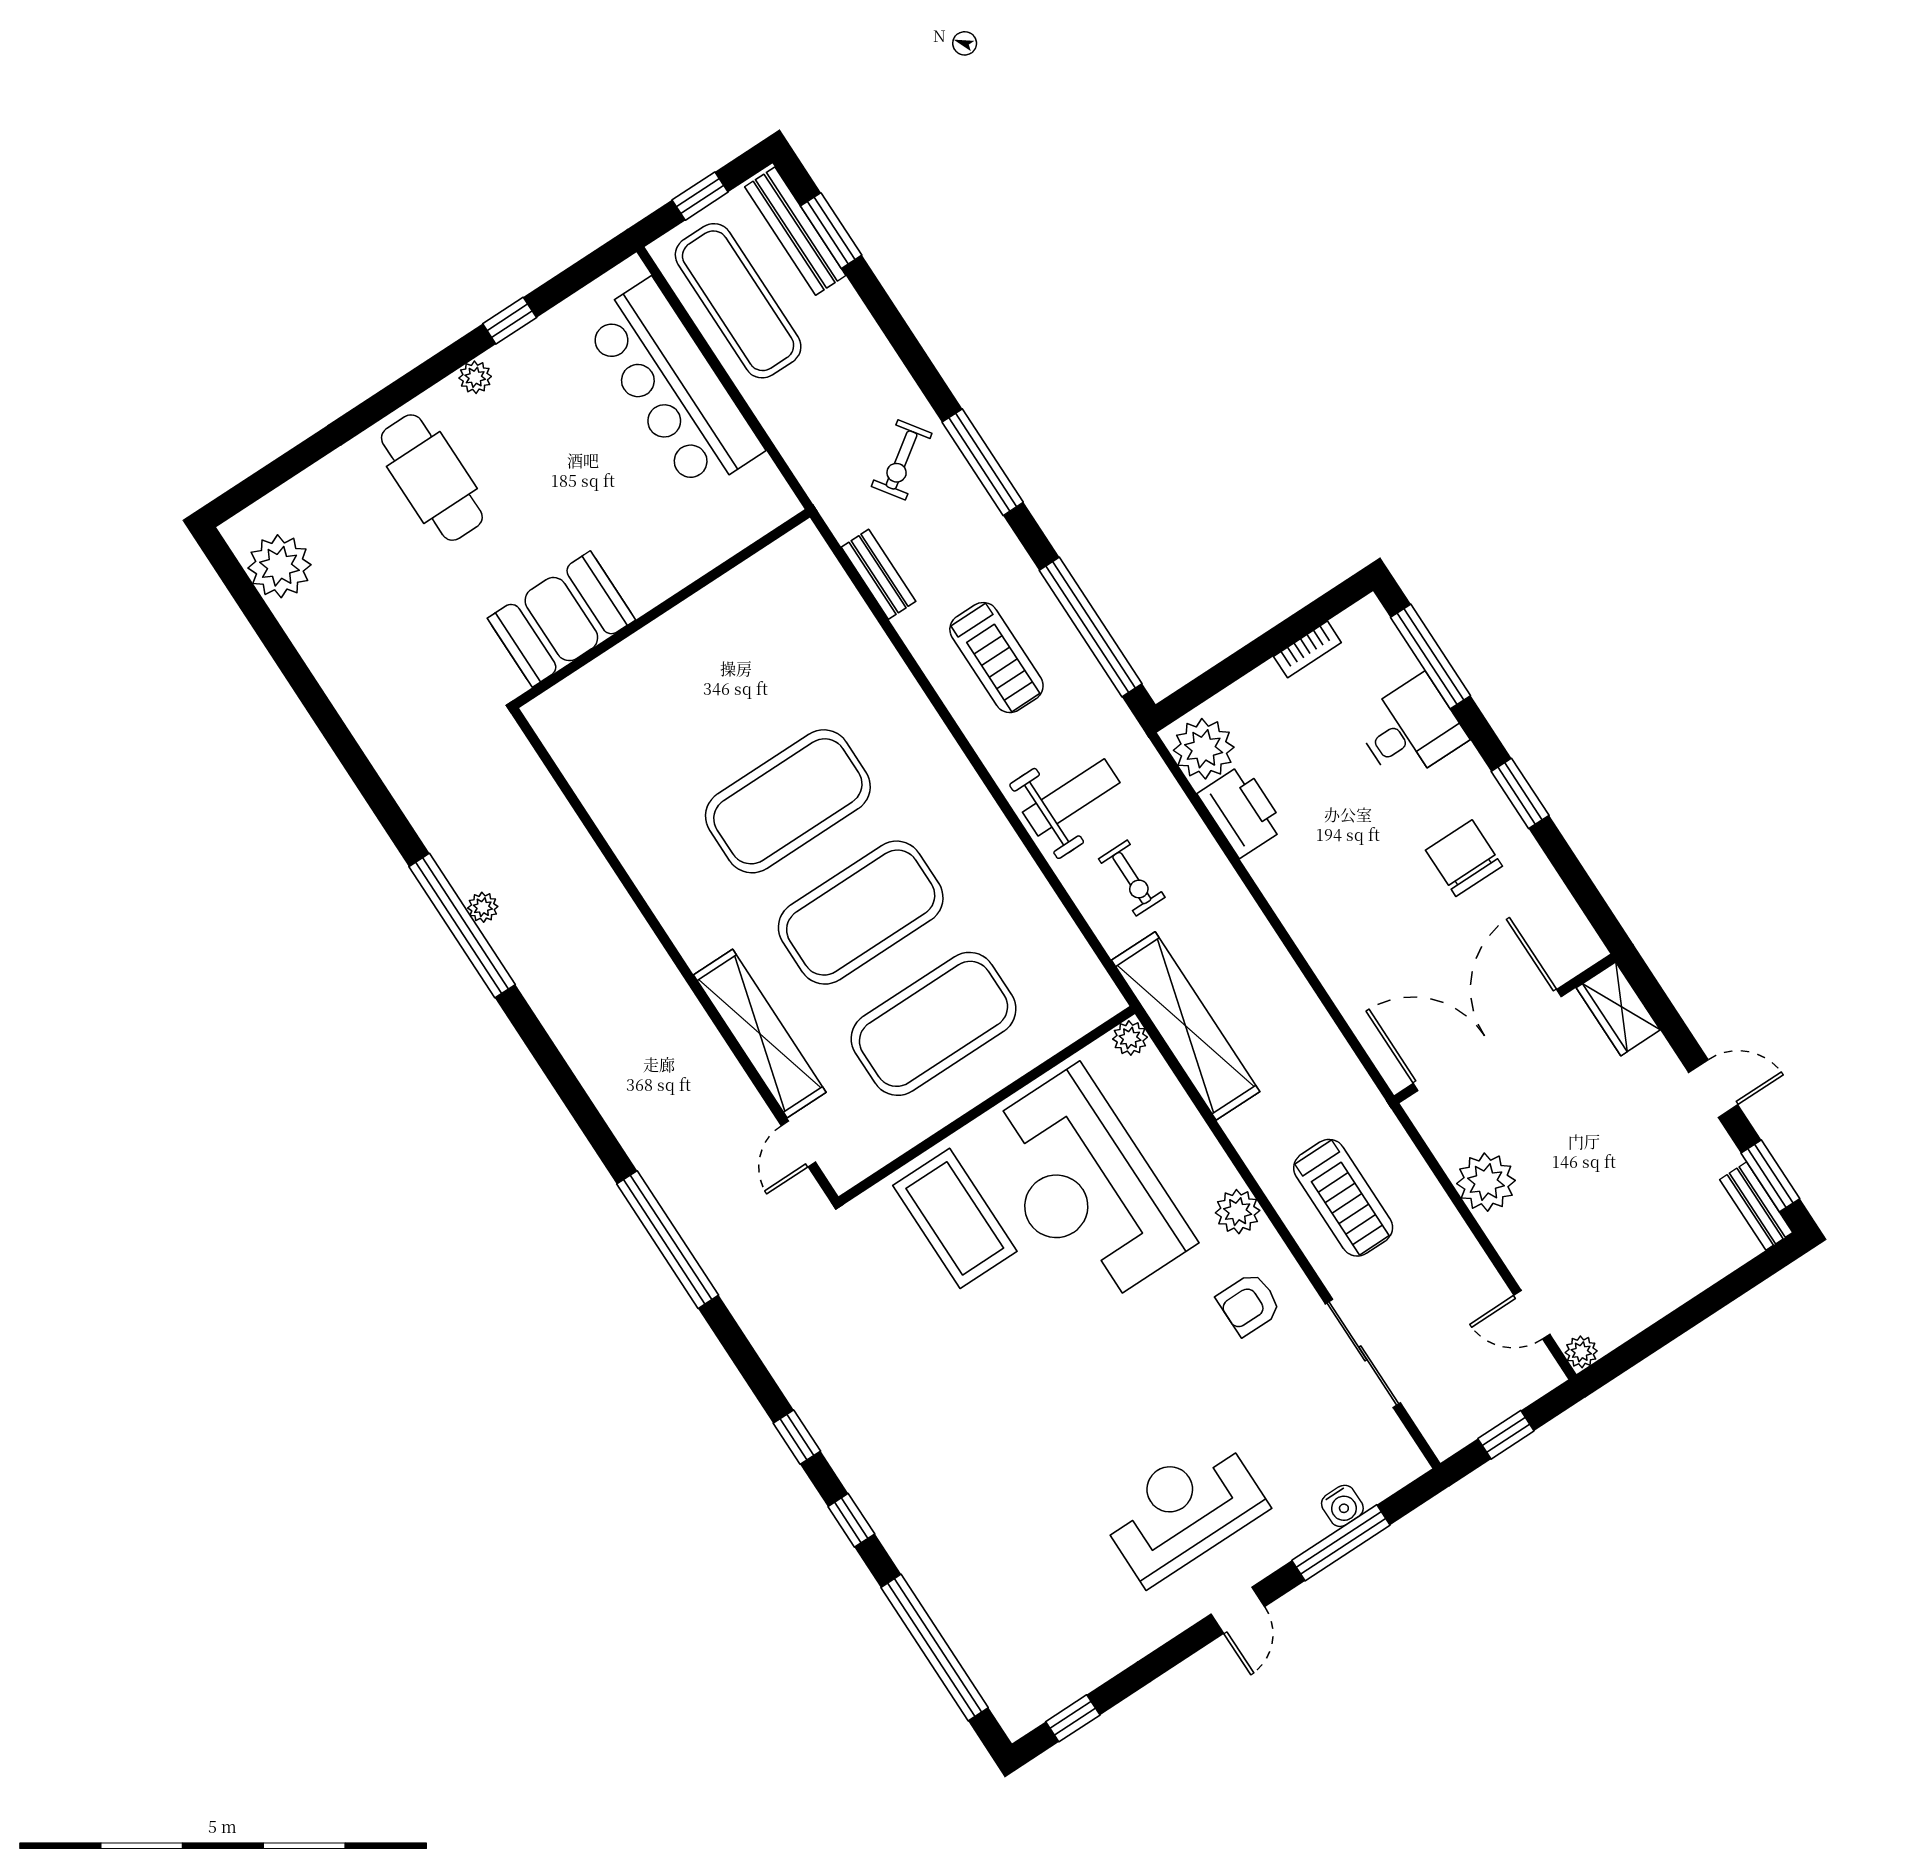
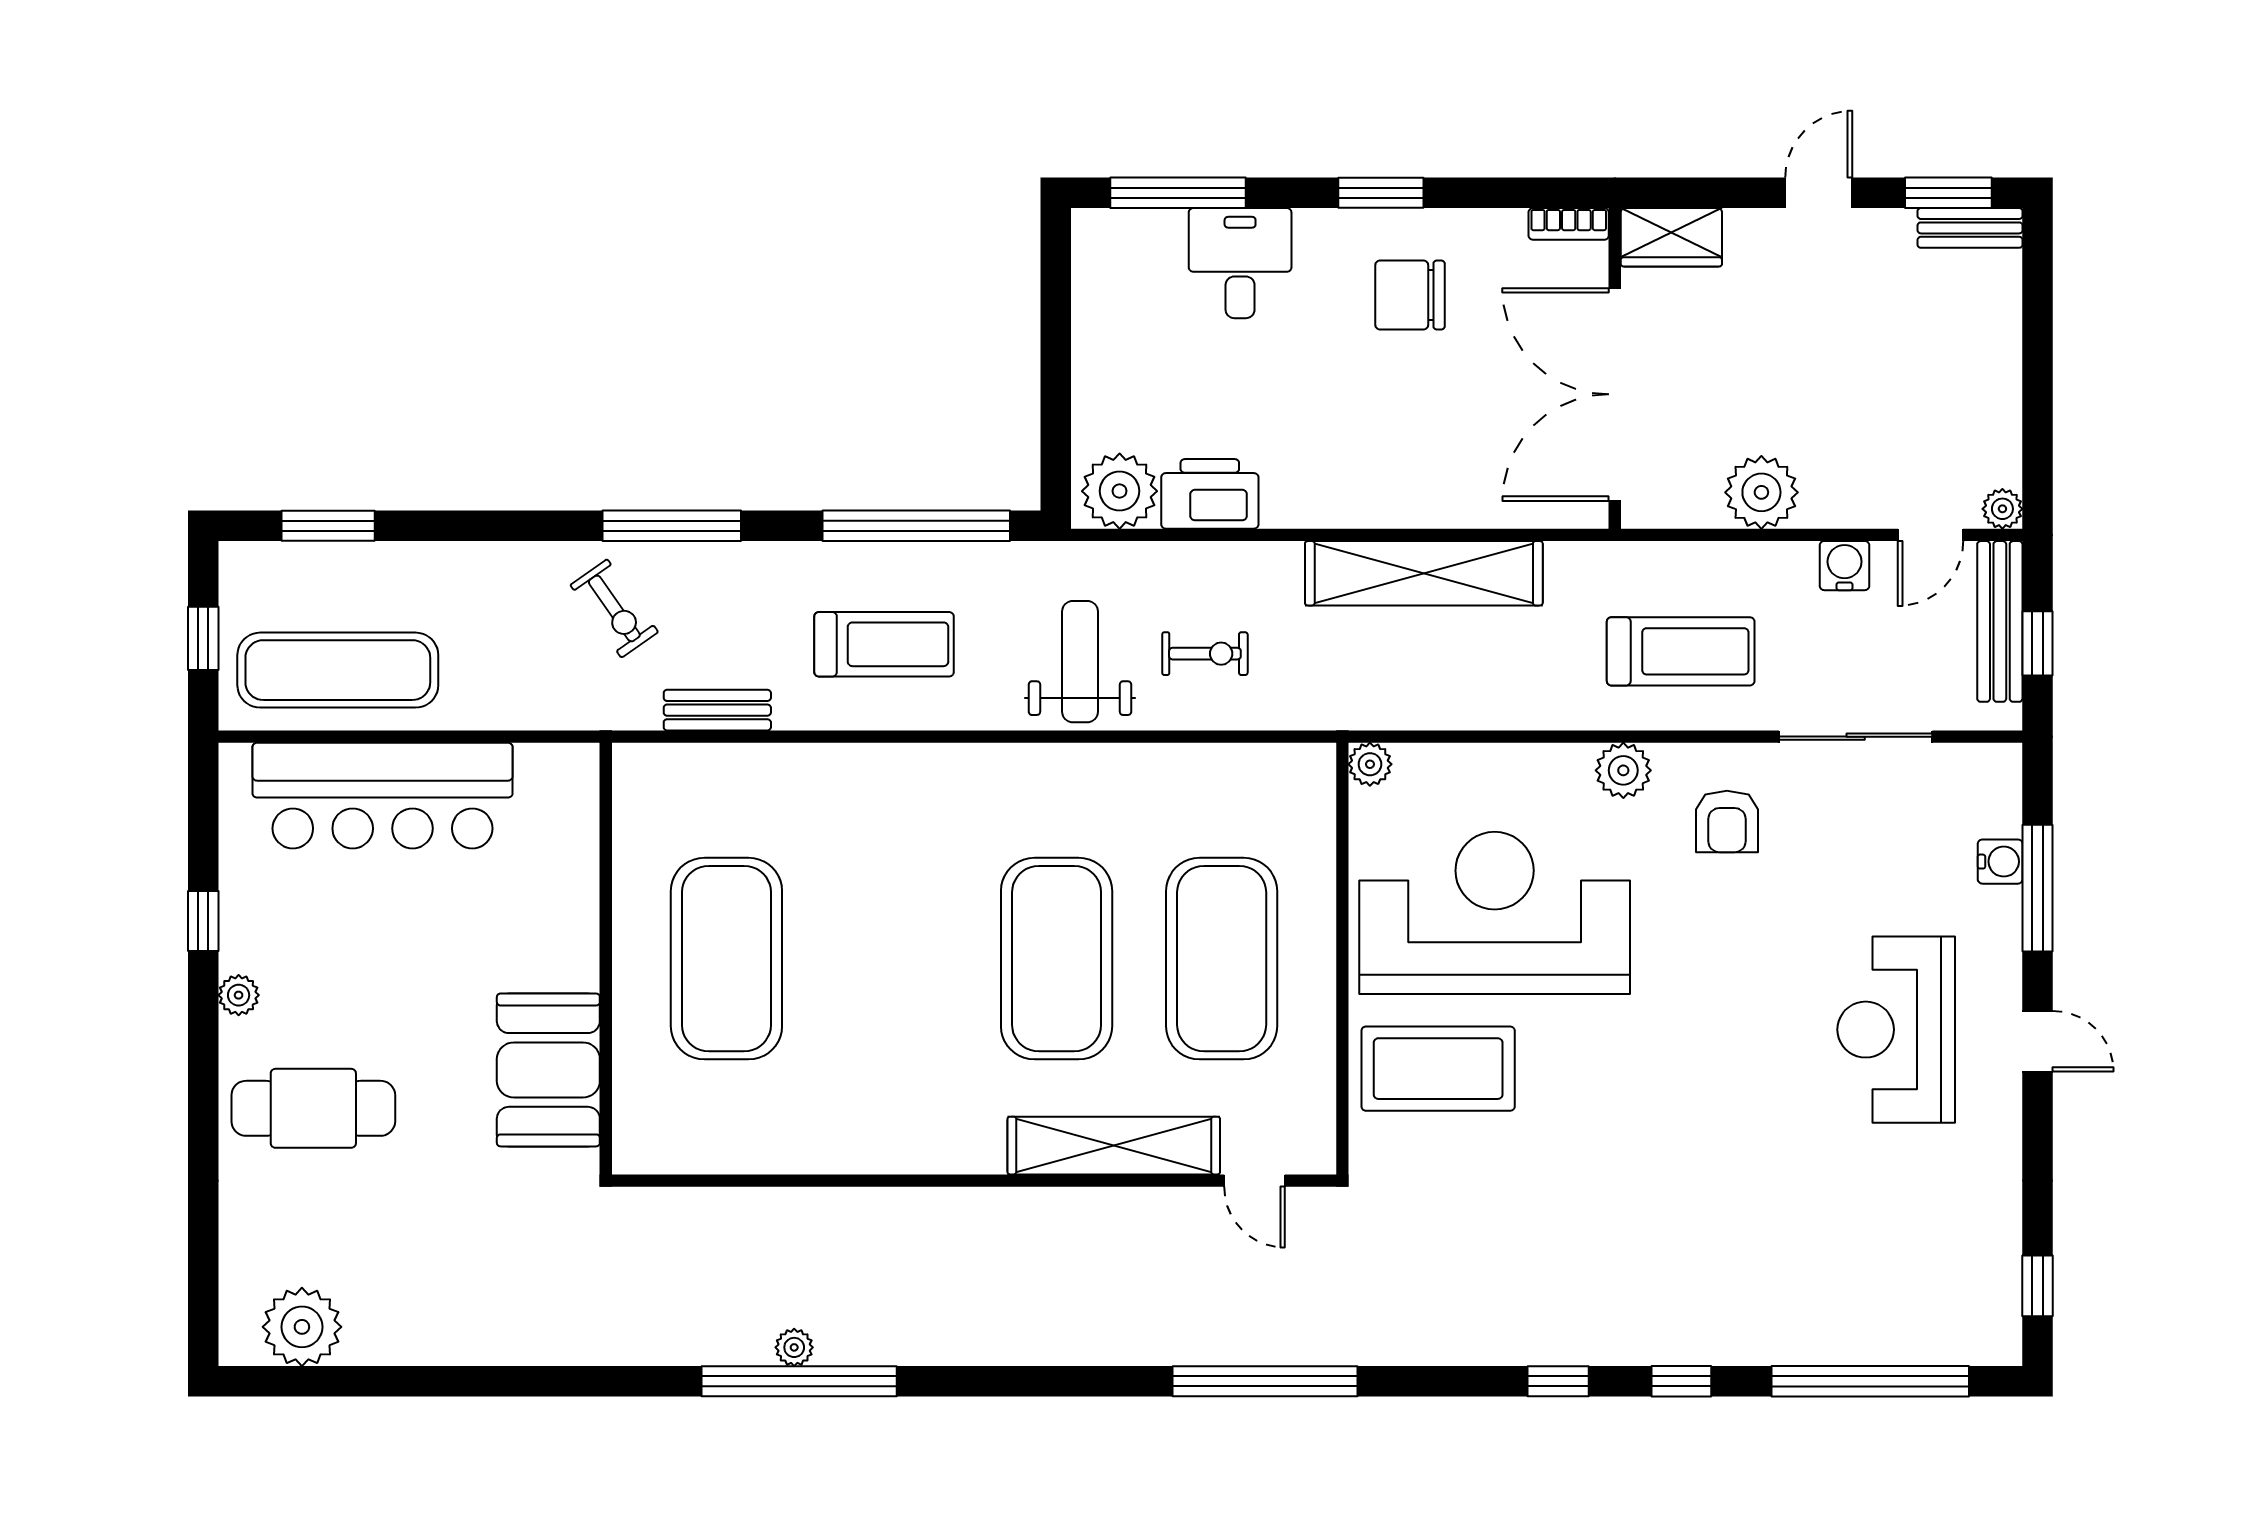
bench: (795, 231) -> (2000, 621), moved, turned 90
bookcase: (1307, 649) -> (1569, 224), moved, turned 90
exercise mat: (788, 801) -> (726, 959), moved
shelving: (1186, 1026) -> (1424, 573), moved
reception desk: (1085, 1188) -> (1495, 913), turned 180
water cooler: (1473, 1270) -> (1845, 566), added

